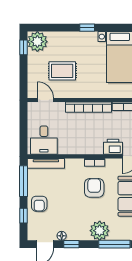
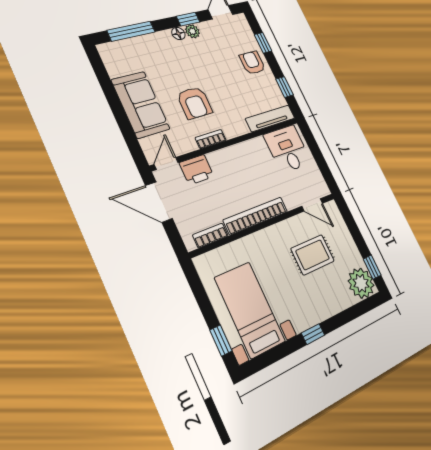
window: (24, 181) -> (284, 87), width x0.46
plant: (100, 231) -> (192, 31), moved, width x0.53, depth x0.53
floor lamp: (62, 236) -> (178, 33), moved

